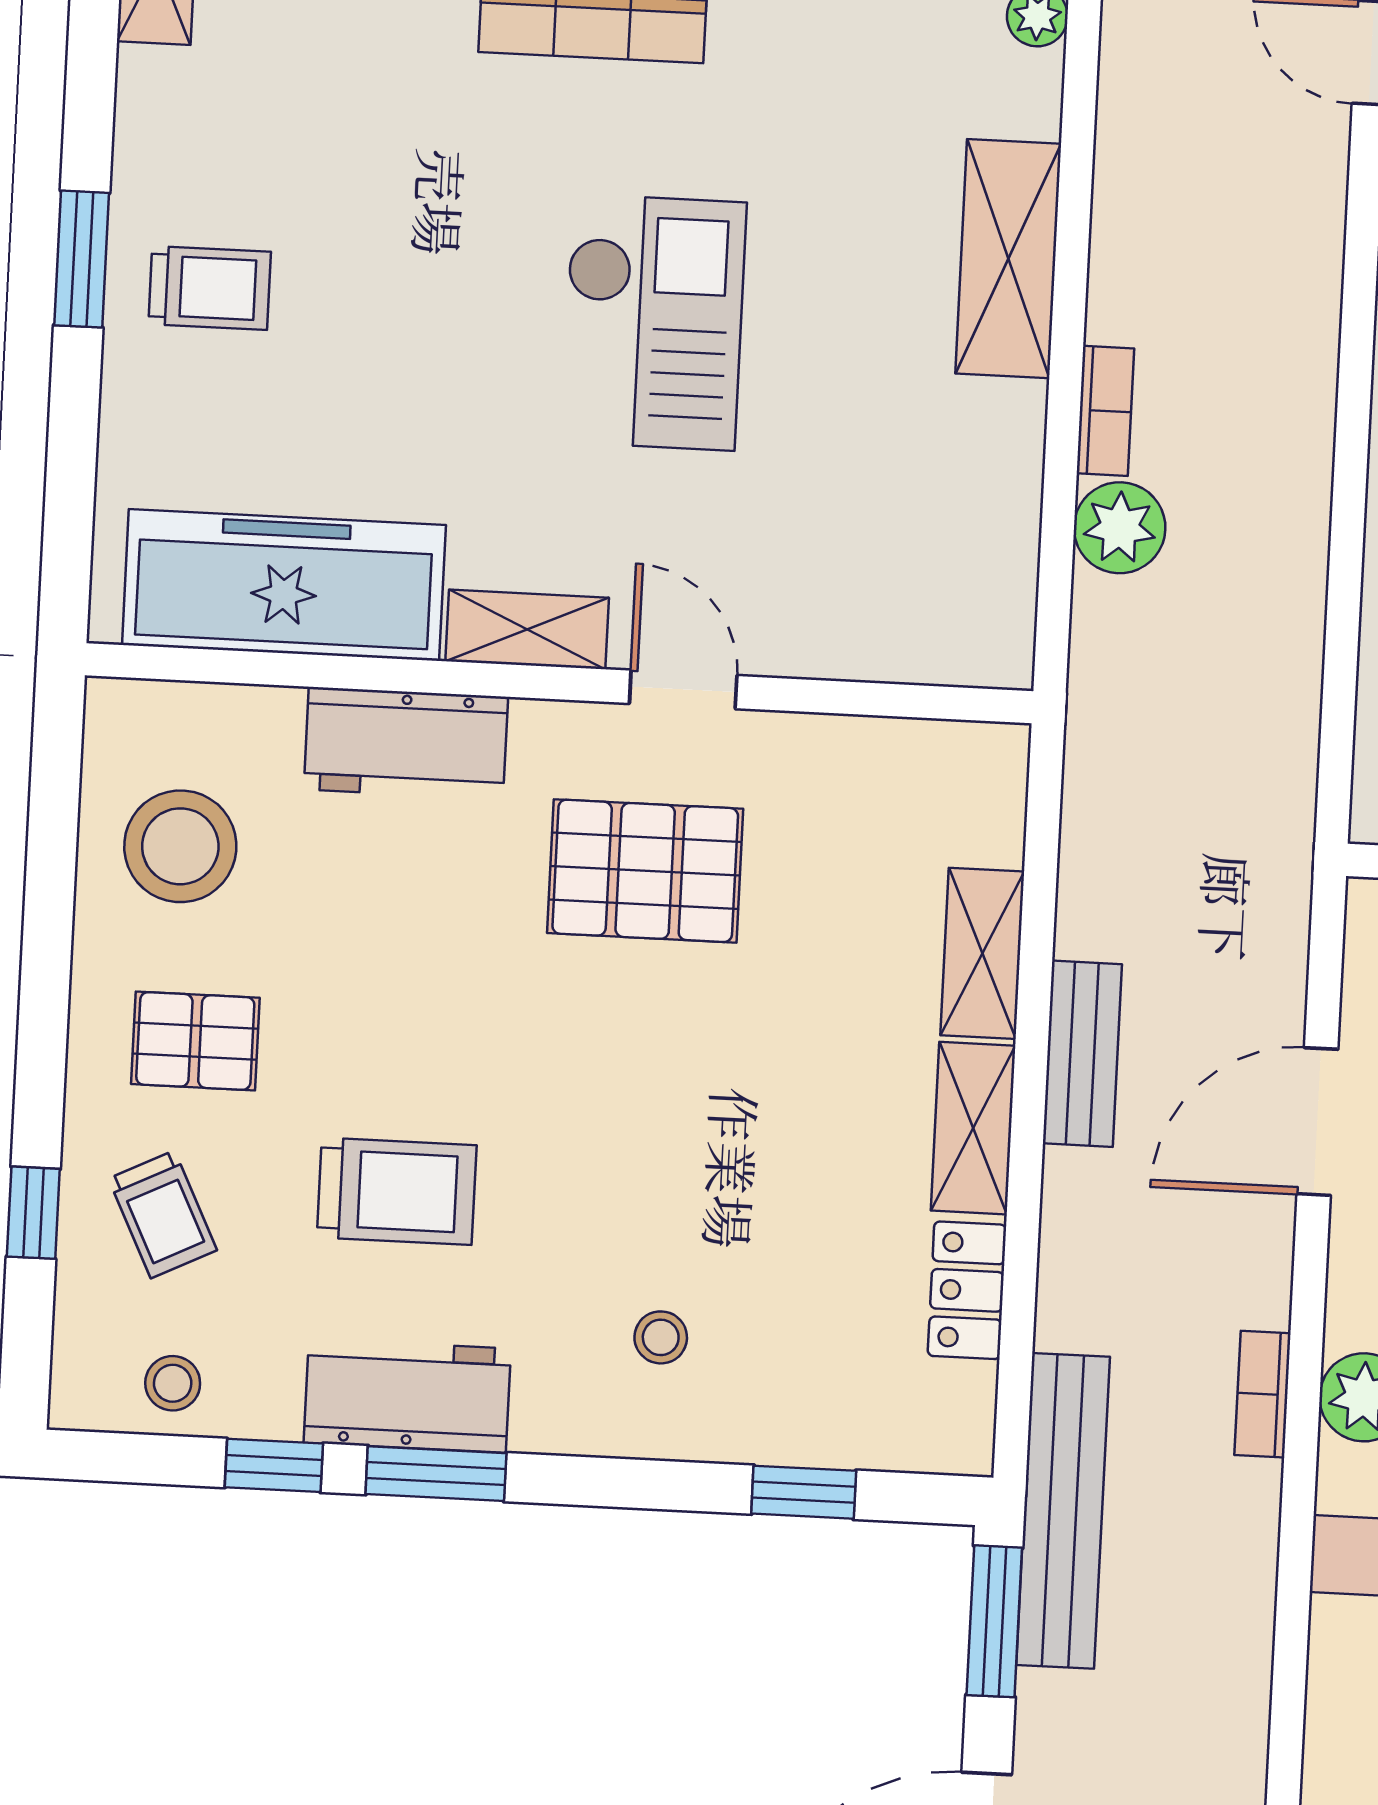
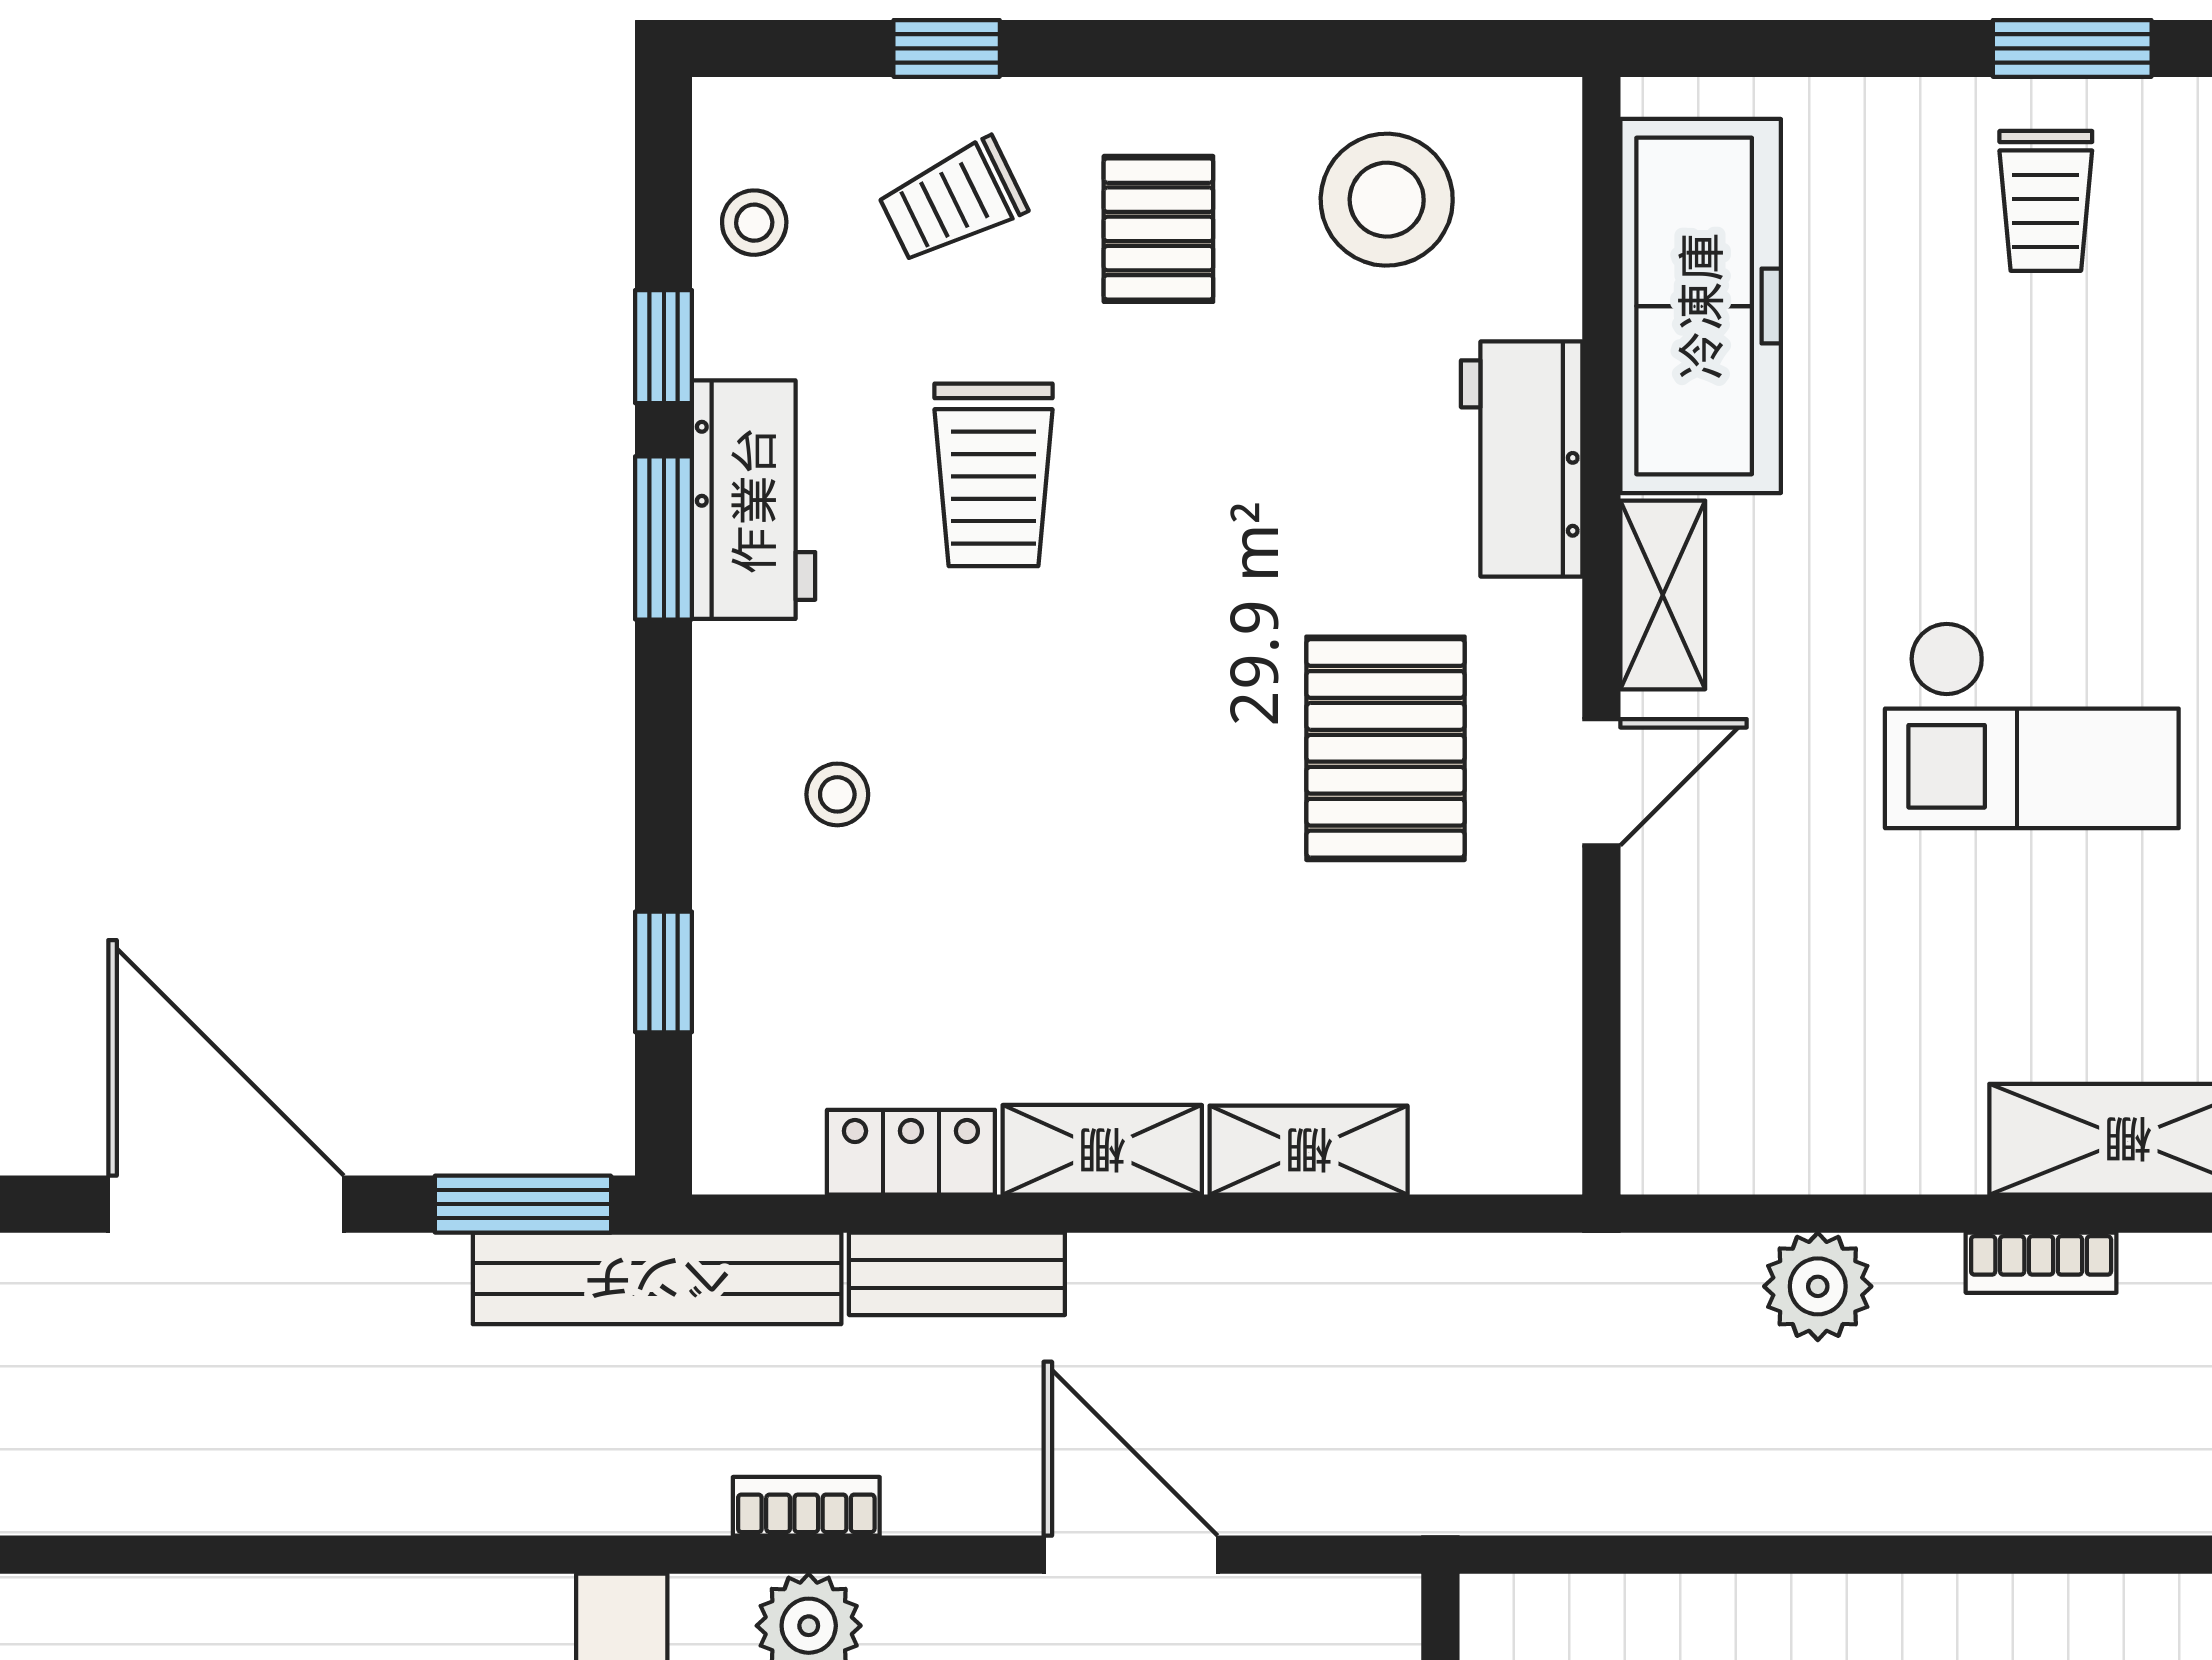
bookcase: (1105, 411) -> (2041, 1263), moved
bench: (1082, 1054) -> (957, 1274), moved

